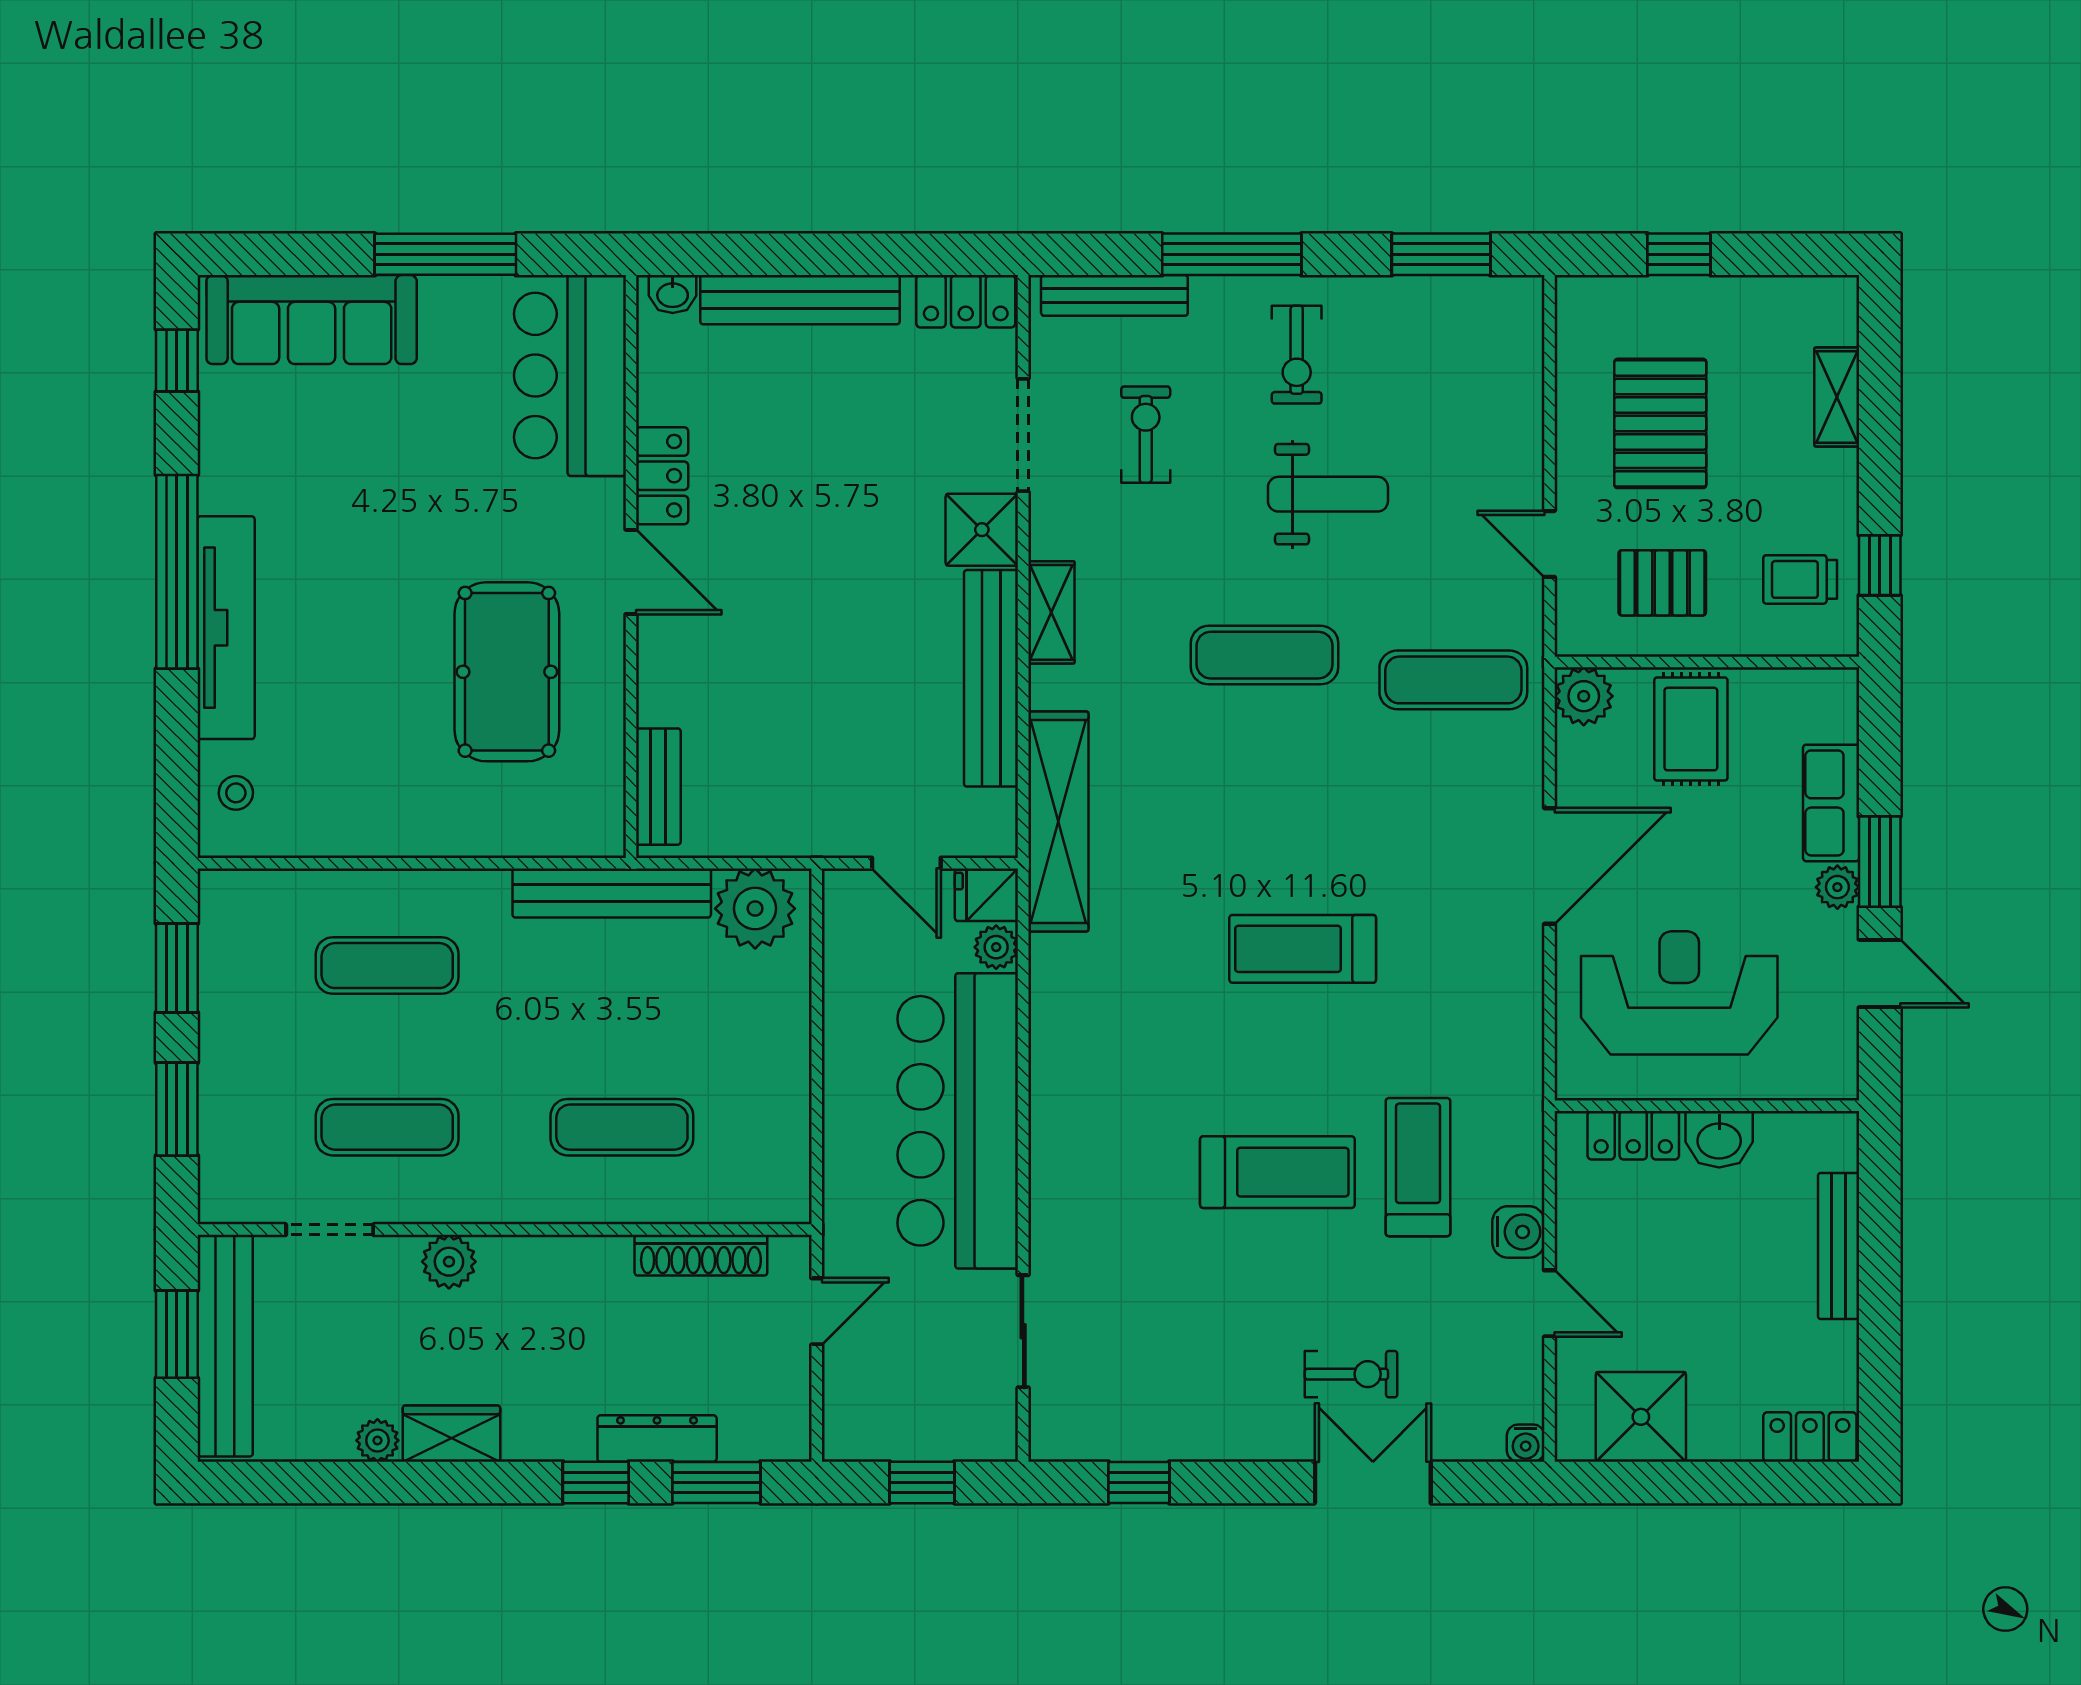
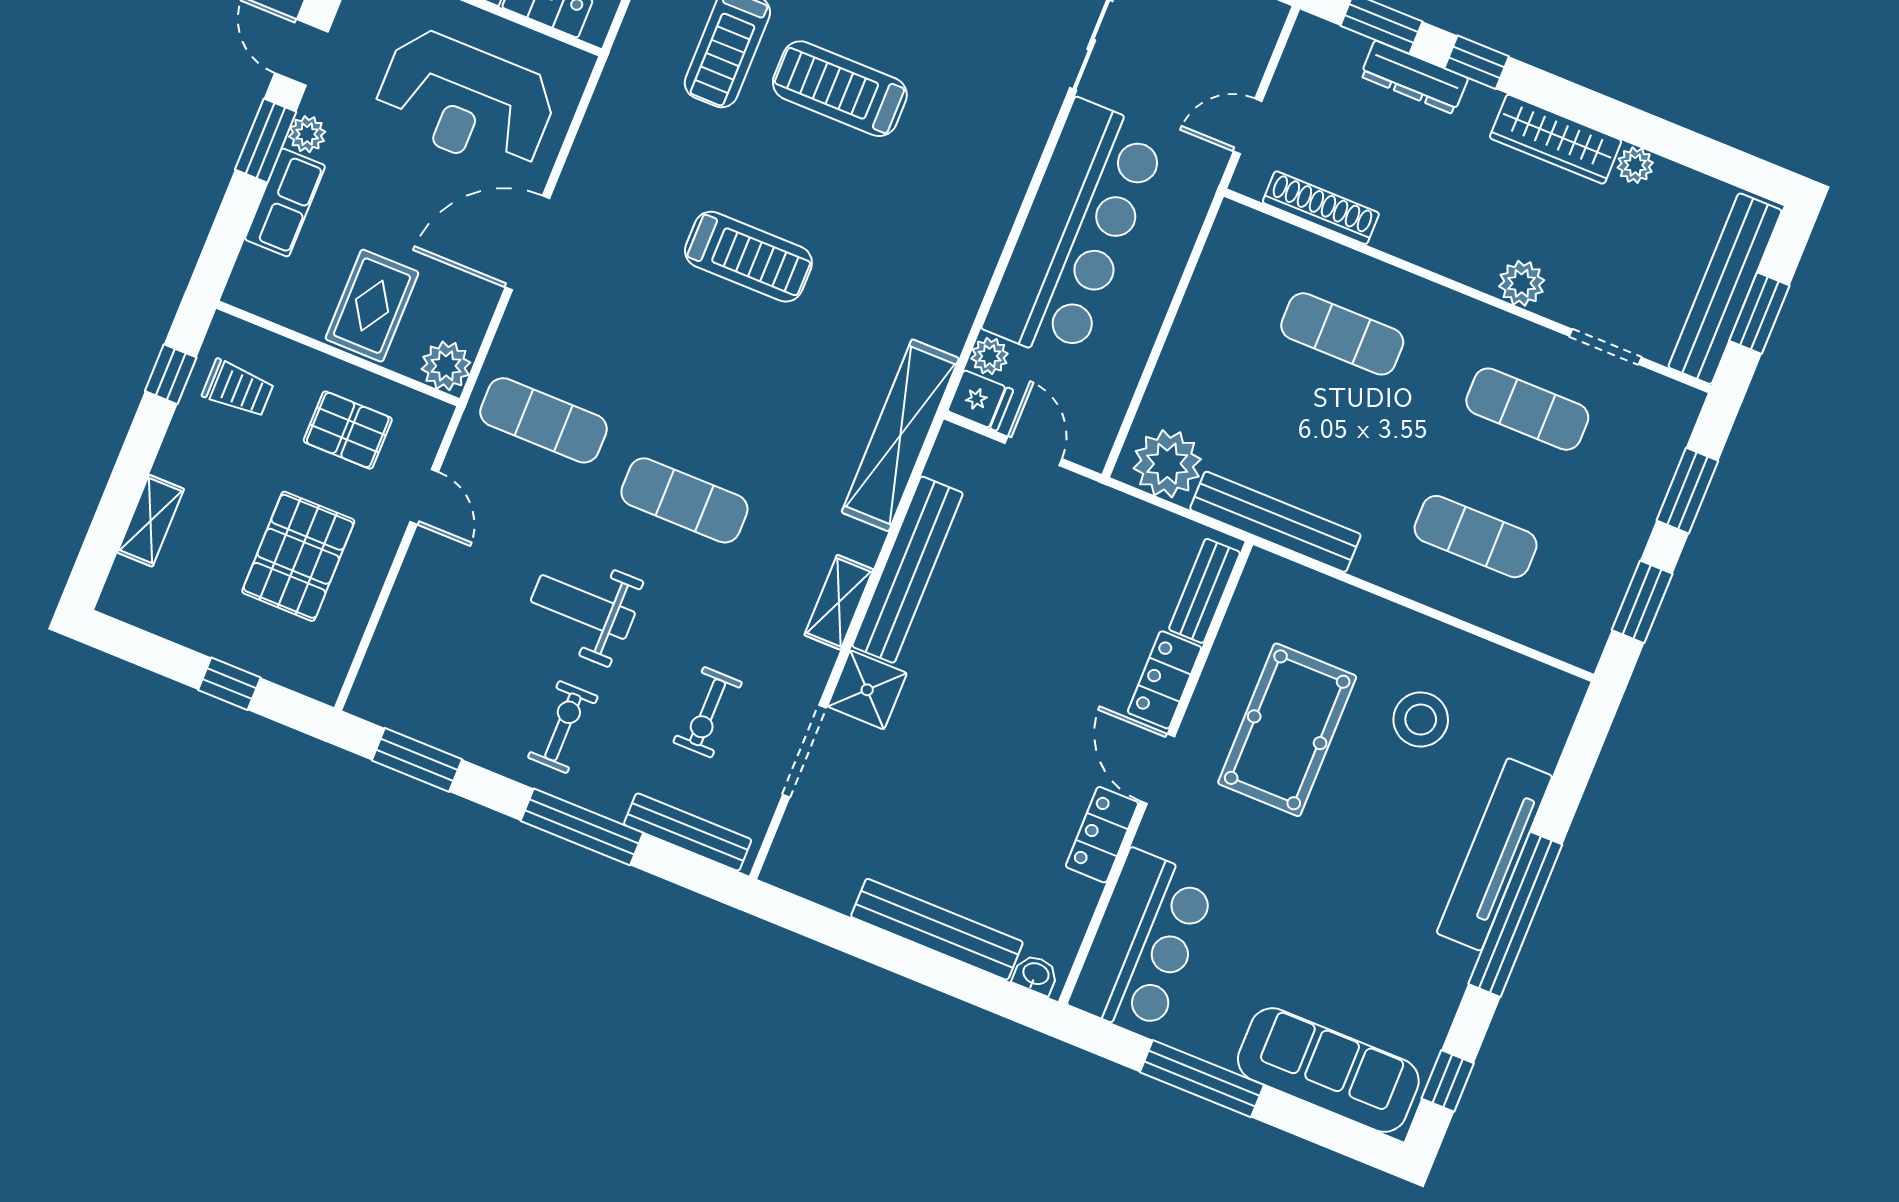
locker: (966, 301) -> (1165, 680), moved, turned -90
stool: (236, 793) -> (1421, 719), moved, width x1.89, depth x1.89
wardrobe: (451, 1434) -> (1556, 139), width x1.50

